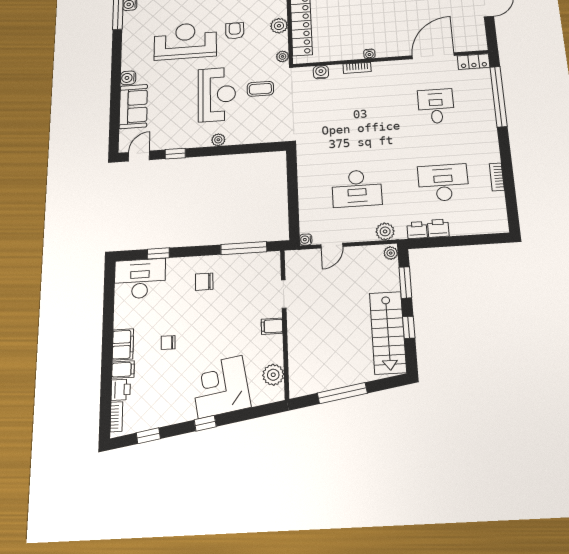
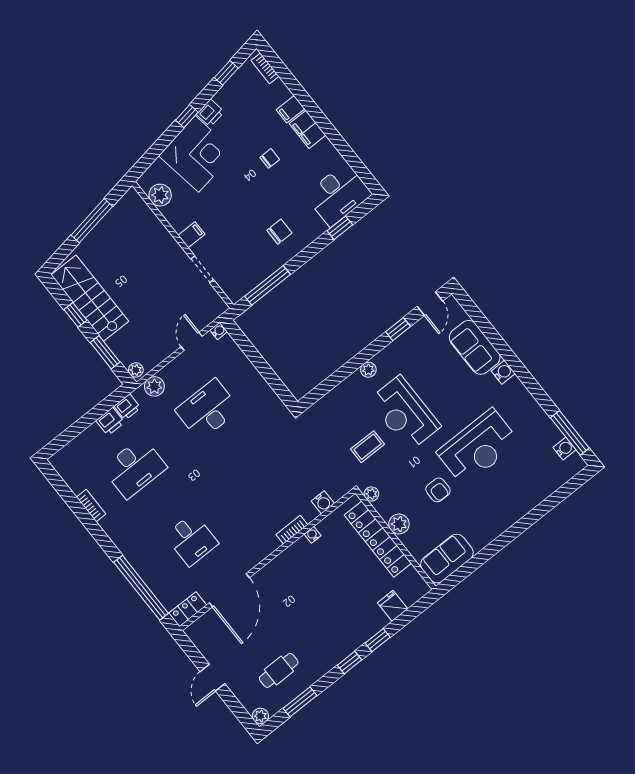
water cooler: (369, 54) -> (313, 535), moved
printer: (121, 390) -> (210, 113), moved, turned -99

